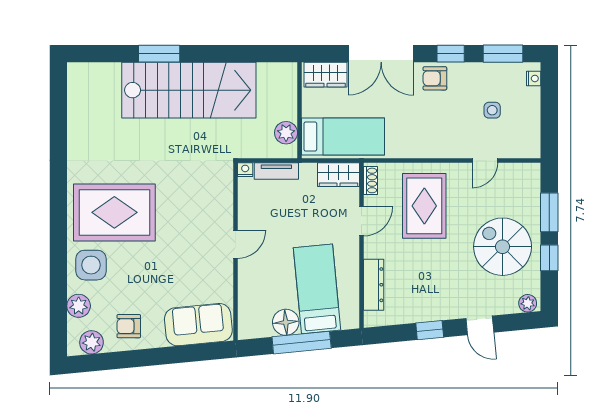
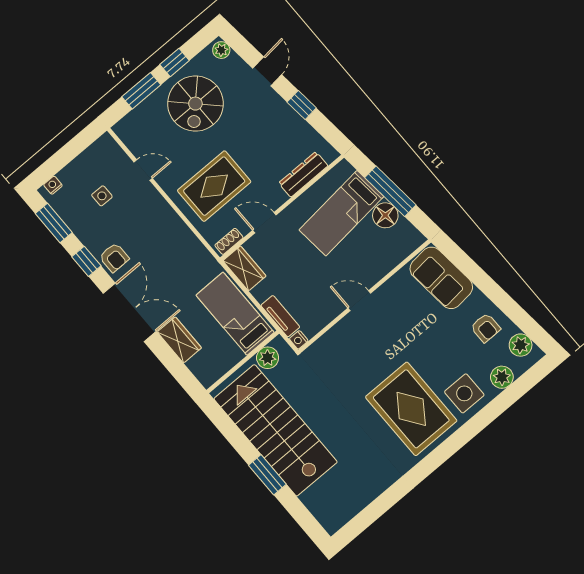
wall: (300, 110) -> (243, 362), moved
plant: (286, 133) -> (268, 358), moved
bed: (343, 137) -> (235, 314), moved

